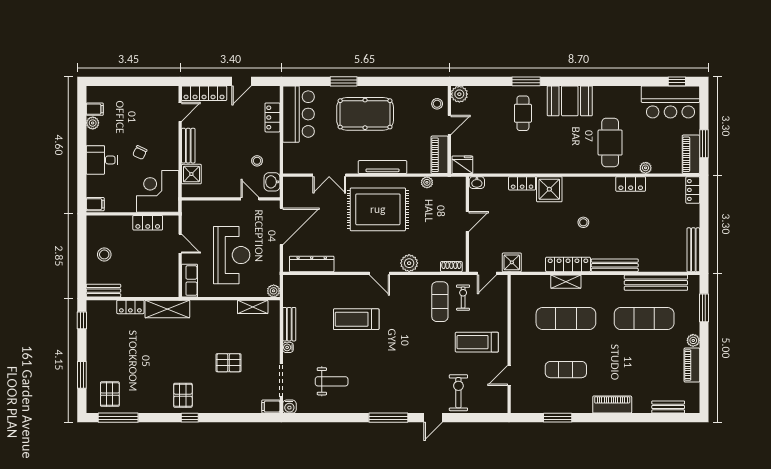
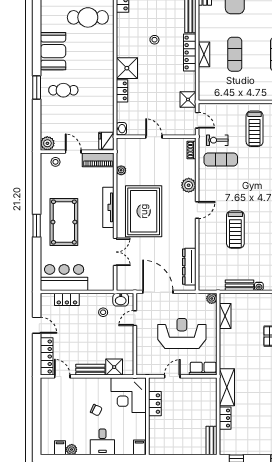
window: (344, 81) -> (37, 226), moved
stool: (104, 254) -> (181, 440), removed
exercise mat: (566, 318) -> (235, 54), width x0.73, depth x0.69

